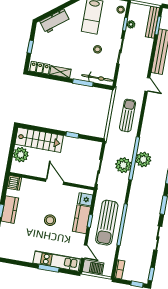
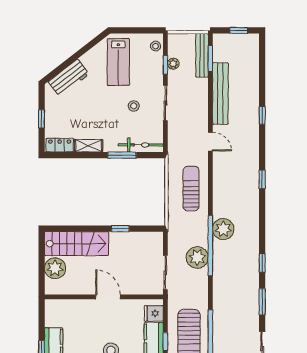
plant: (143, 159) -> (223, 229), moved
dishwasher: (14, 183) -> (53, 308), removed

